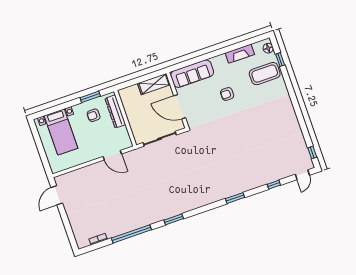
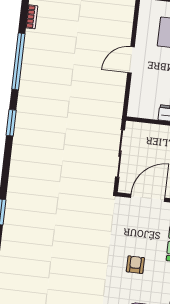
door: (112, 155) -> (131, 60), moved

